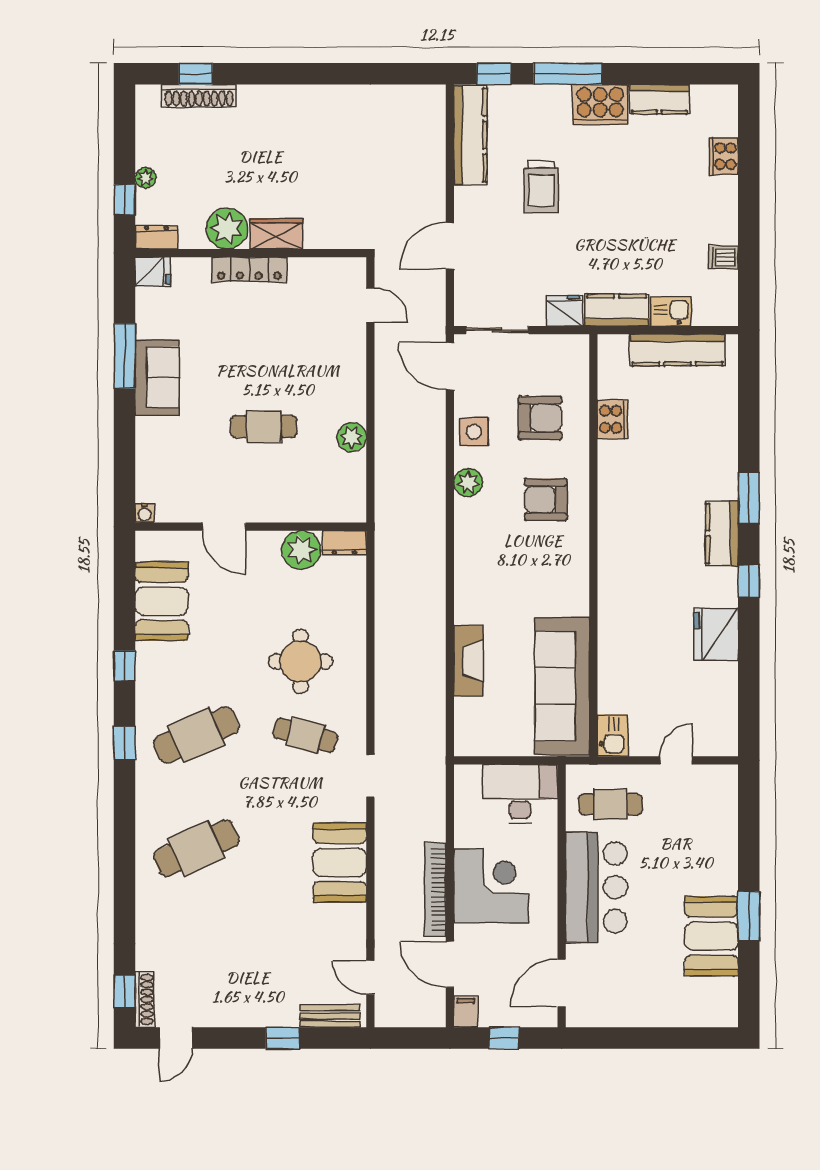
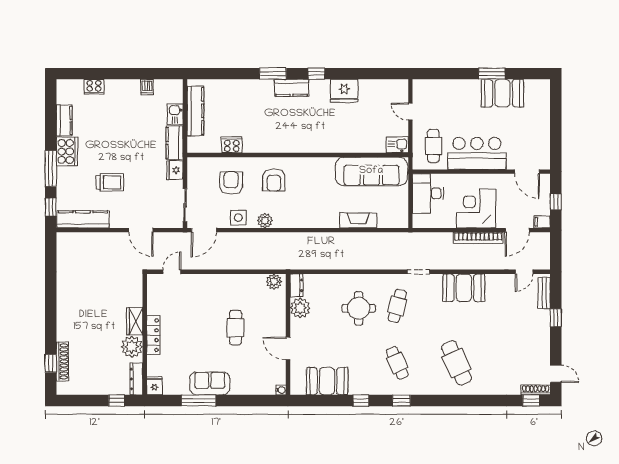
plant: (146, 178) -> (105, 389), removed
dresser: (156, 237) -> (136, 379), width x1.44
plant: (352, 437) -> (274, 282), moved
door: (224, 527) -> (288, 349), swing flipped
cafe table: (196, 735) -> (397, 363), width x0.73, depth x0.74

